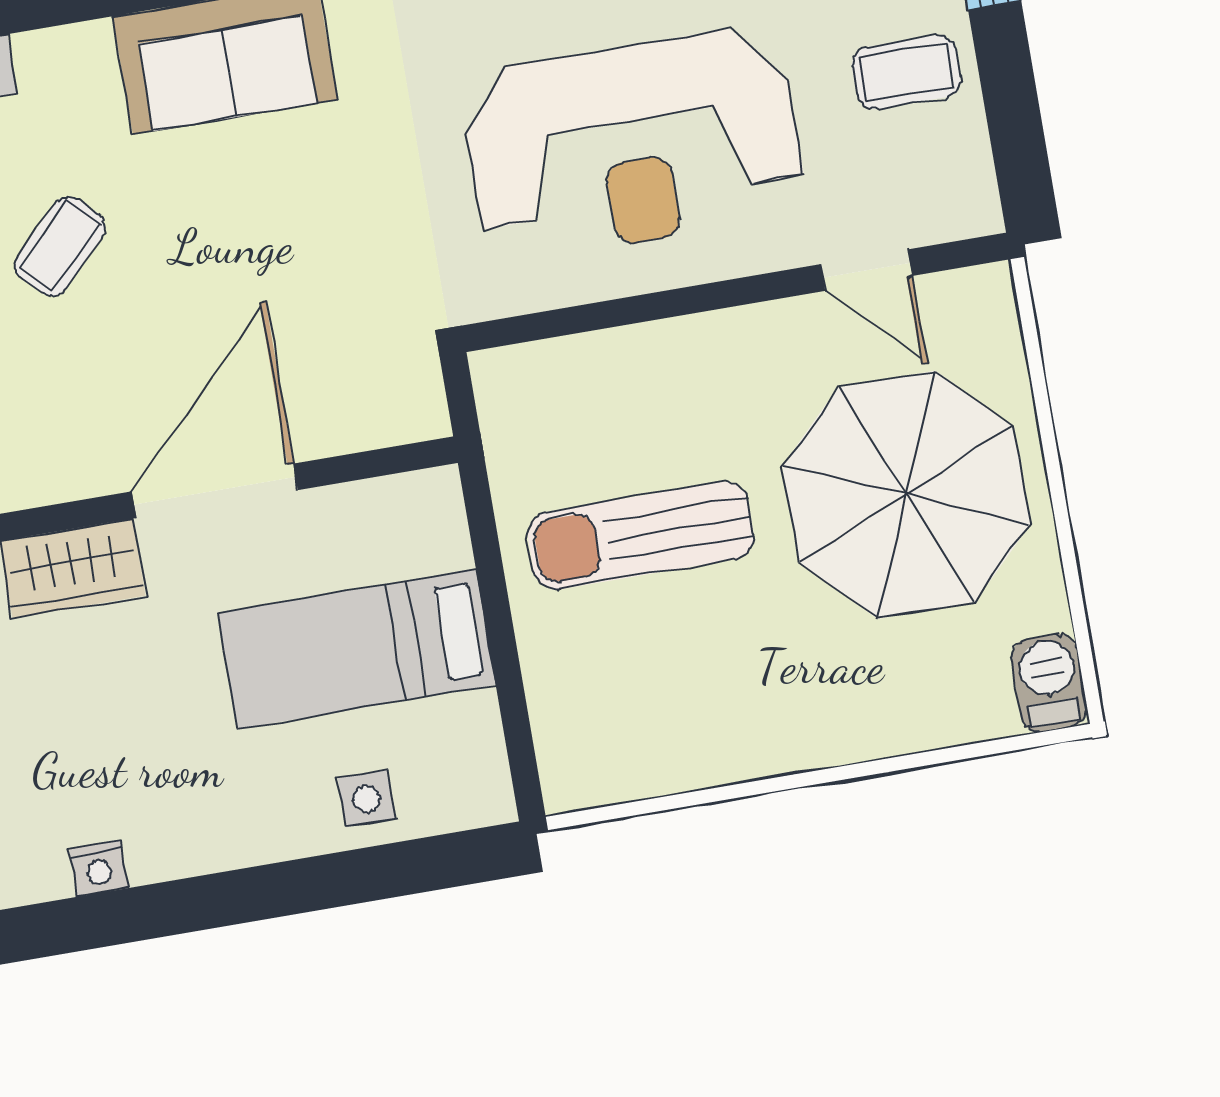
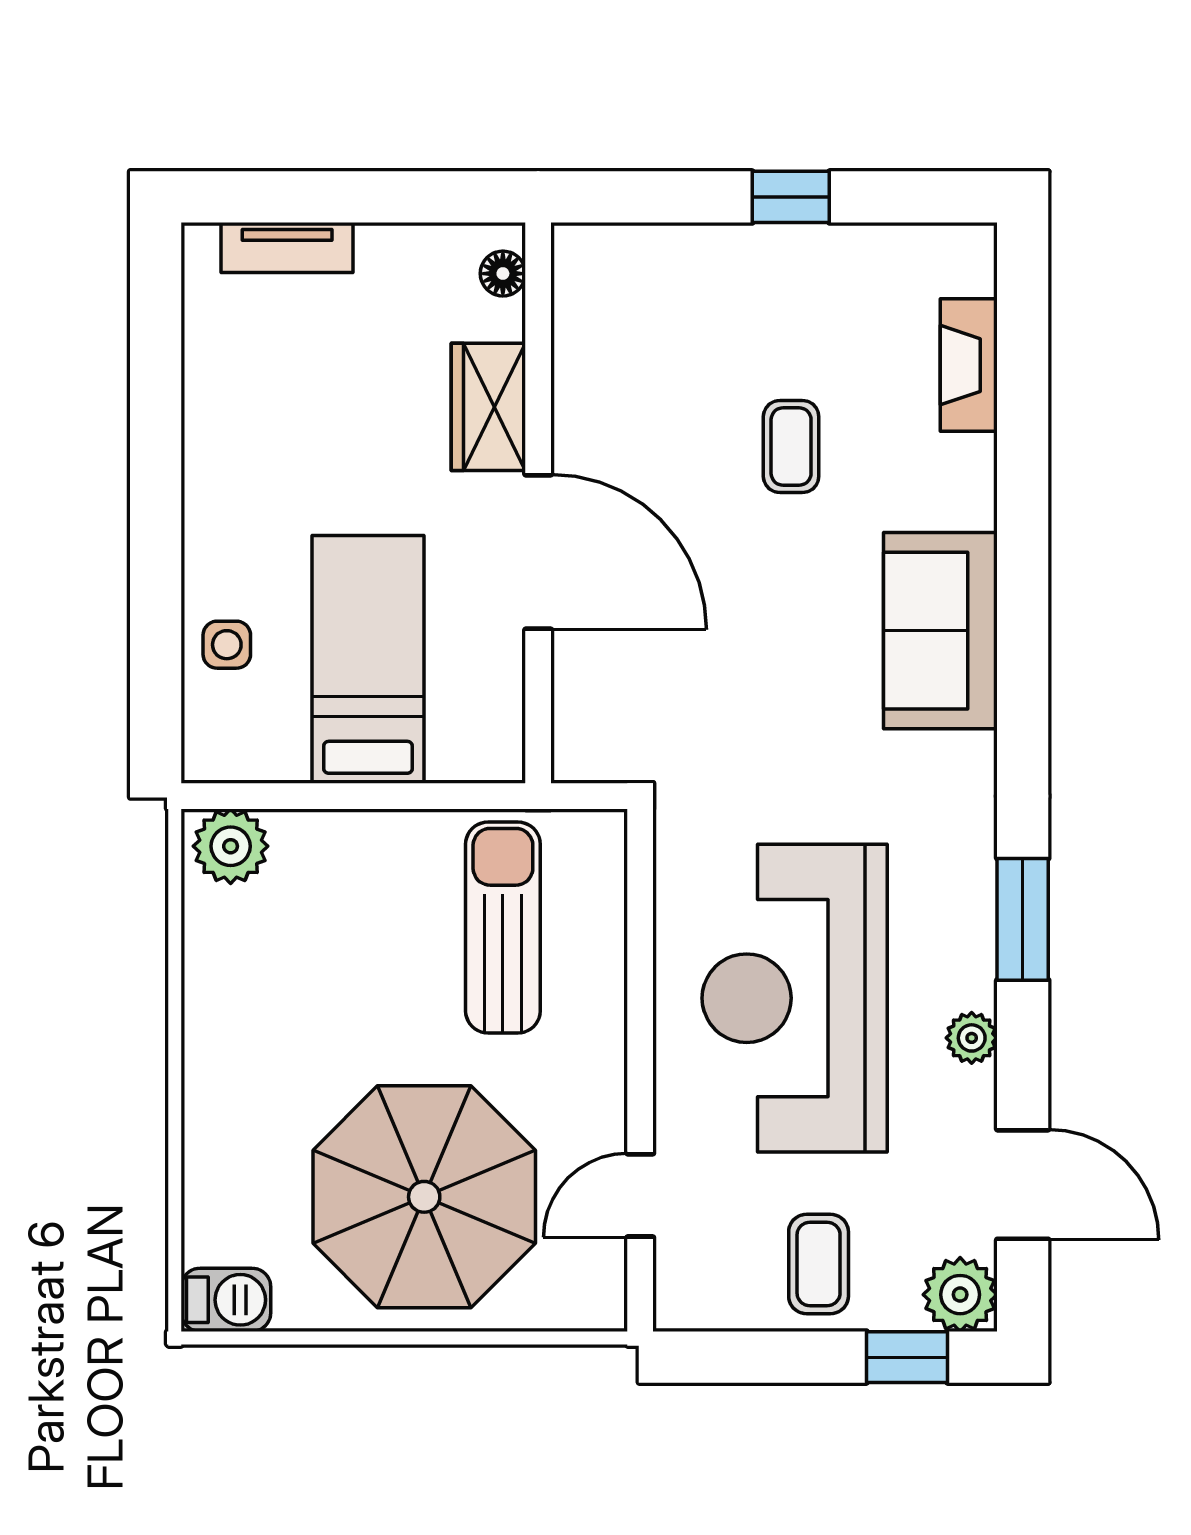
coffee table: (60, 246) -> (791, 447), turned 45
sun lounger: (641, 536) -> (503, 928), moved
plant: (576, 759) -> (231, 846), added
nightstand: (99, 868) -> (204, 384), removed

